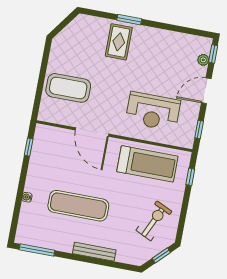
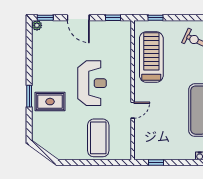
plant: (203, 60) -> (37, 25), moved
reception desk: (153, 111) -> (92, 83), moved
door: (92, 132) -> (133, 110), width x0.53

